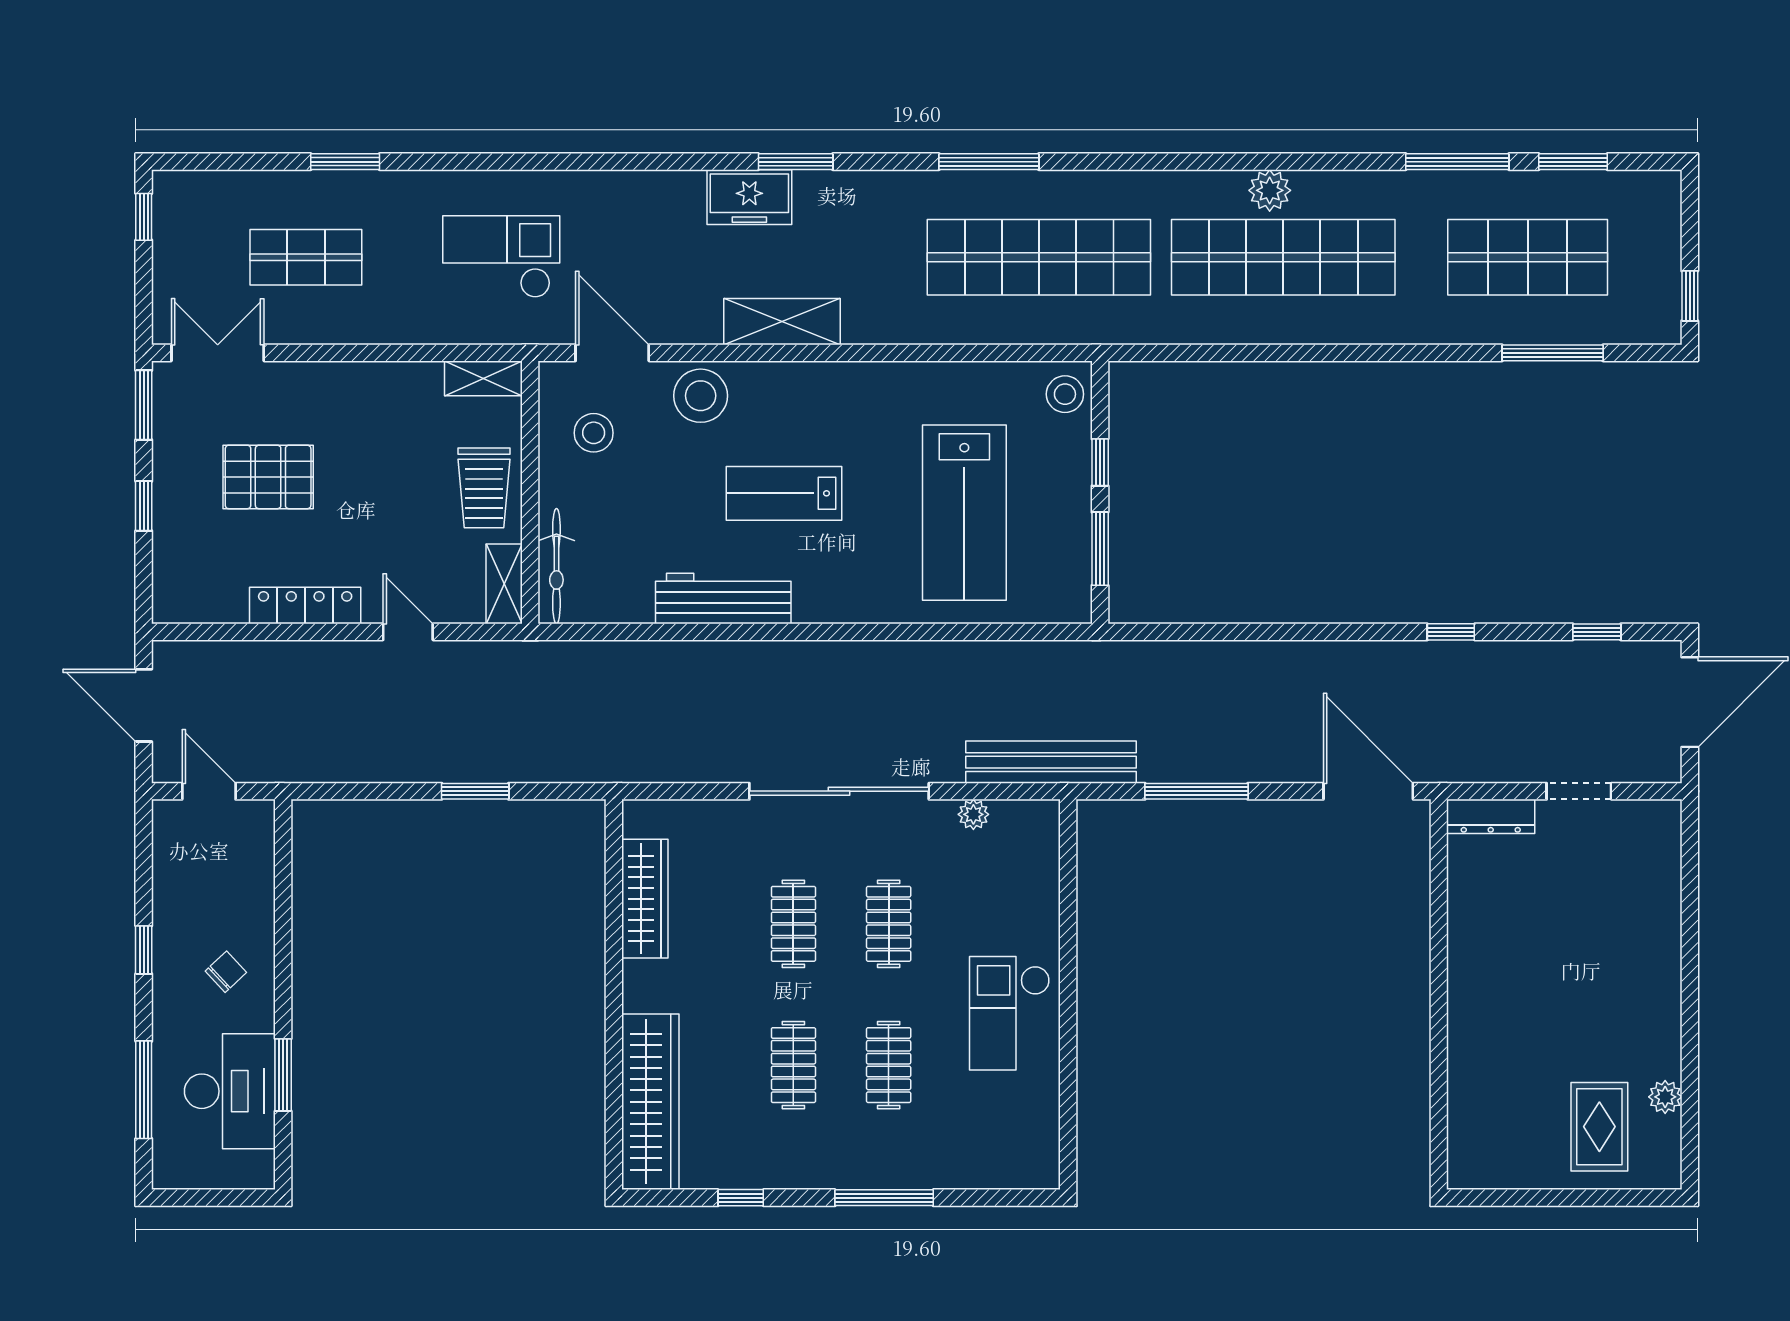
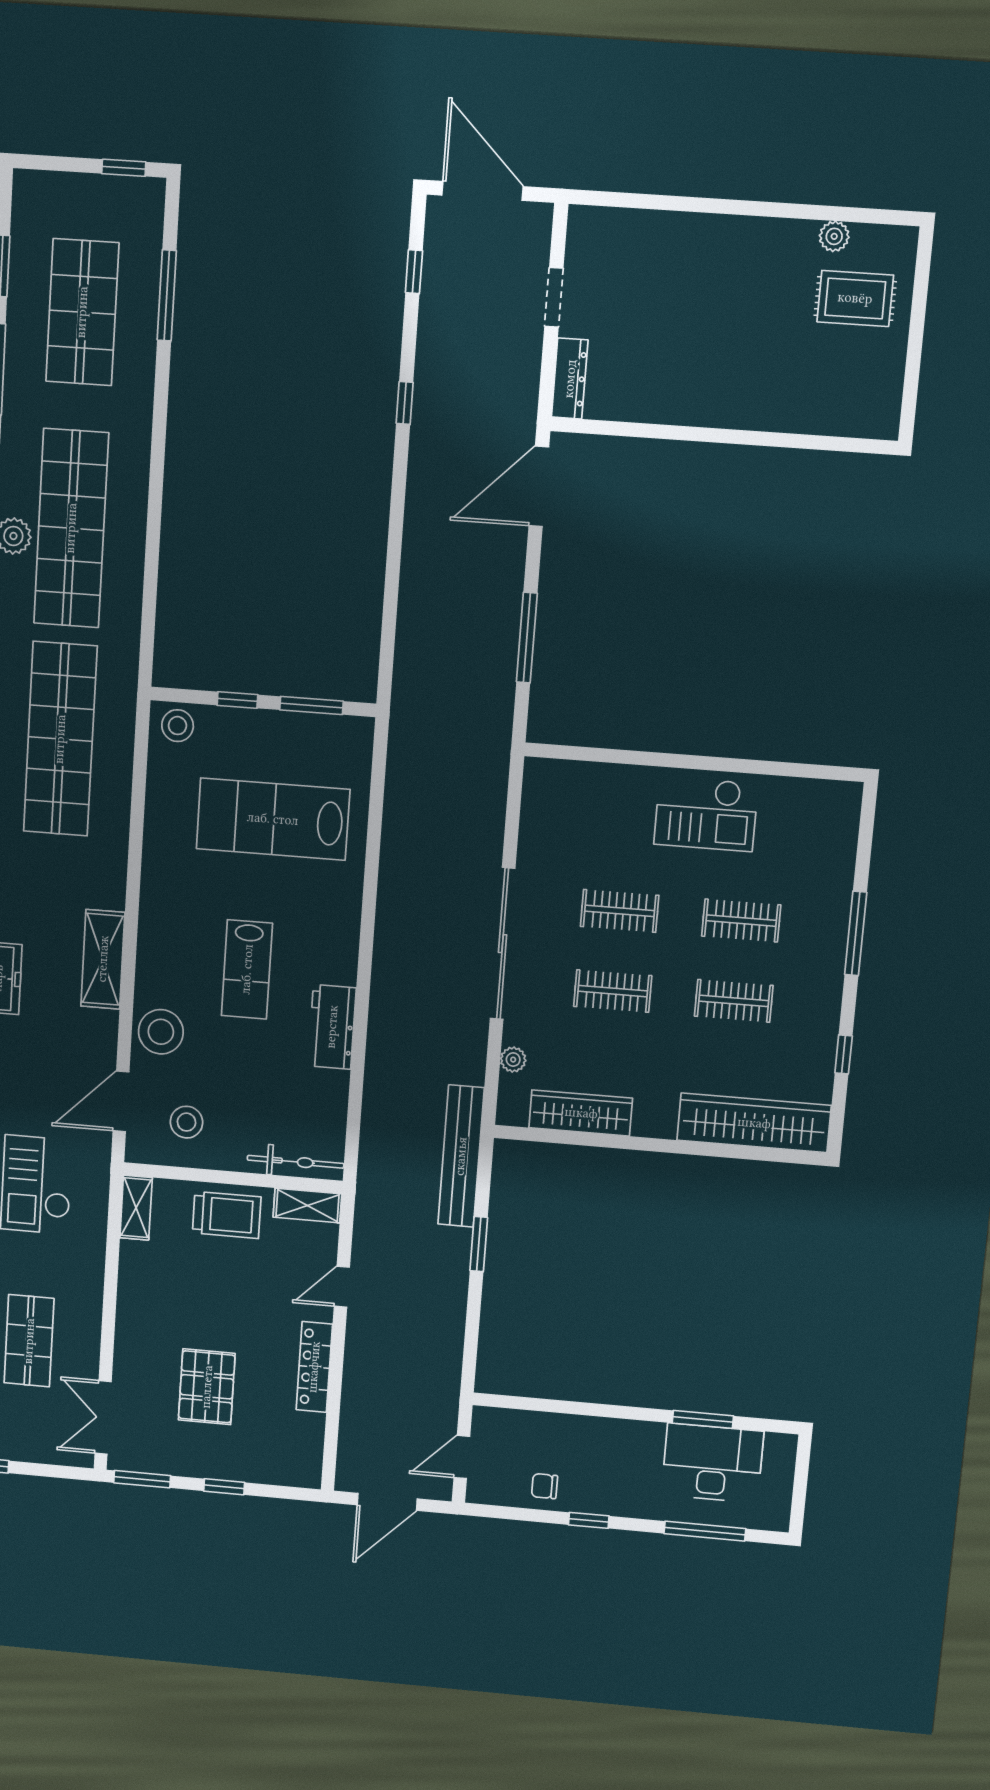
lab bench: (964, 513) -> (273, 819), turned 180
workbench: (723, 598) -> (332, 1027), width x0.73
bench: (1051, 762) -> (461, 1156), moved
plant: (973, 814) -> (513, 1060), moved
chair: (226, 972) -> (545, 1486), moved, turned -47

